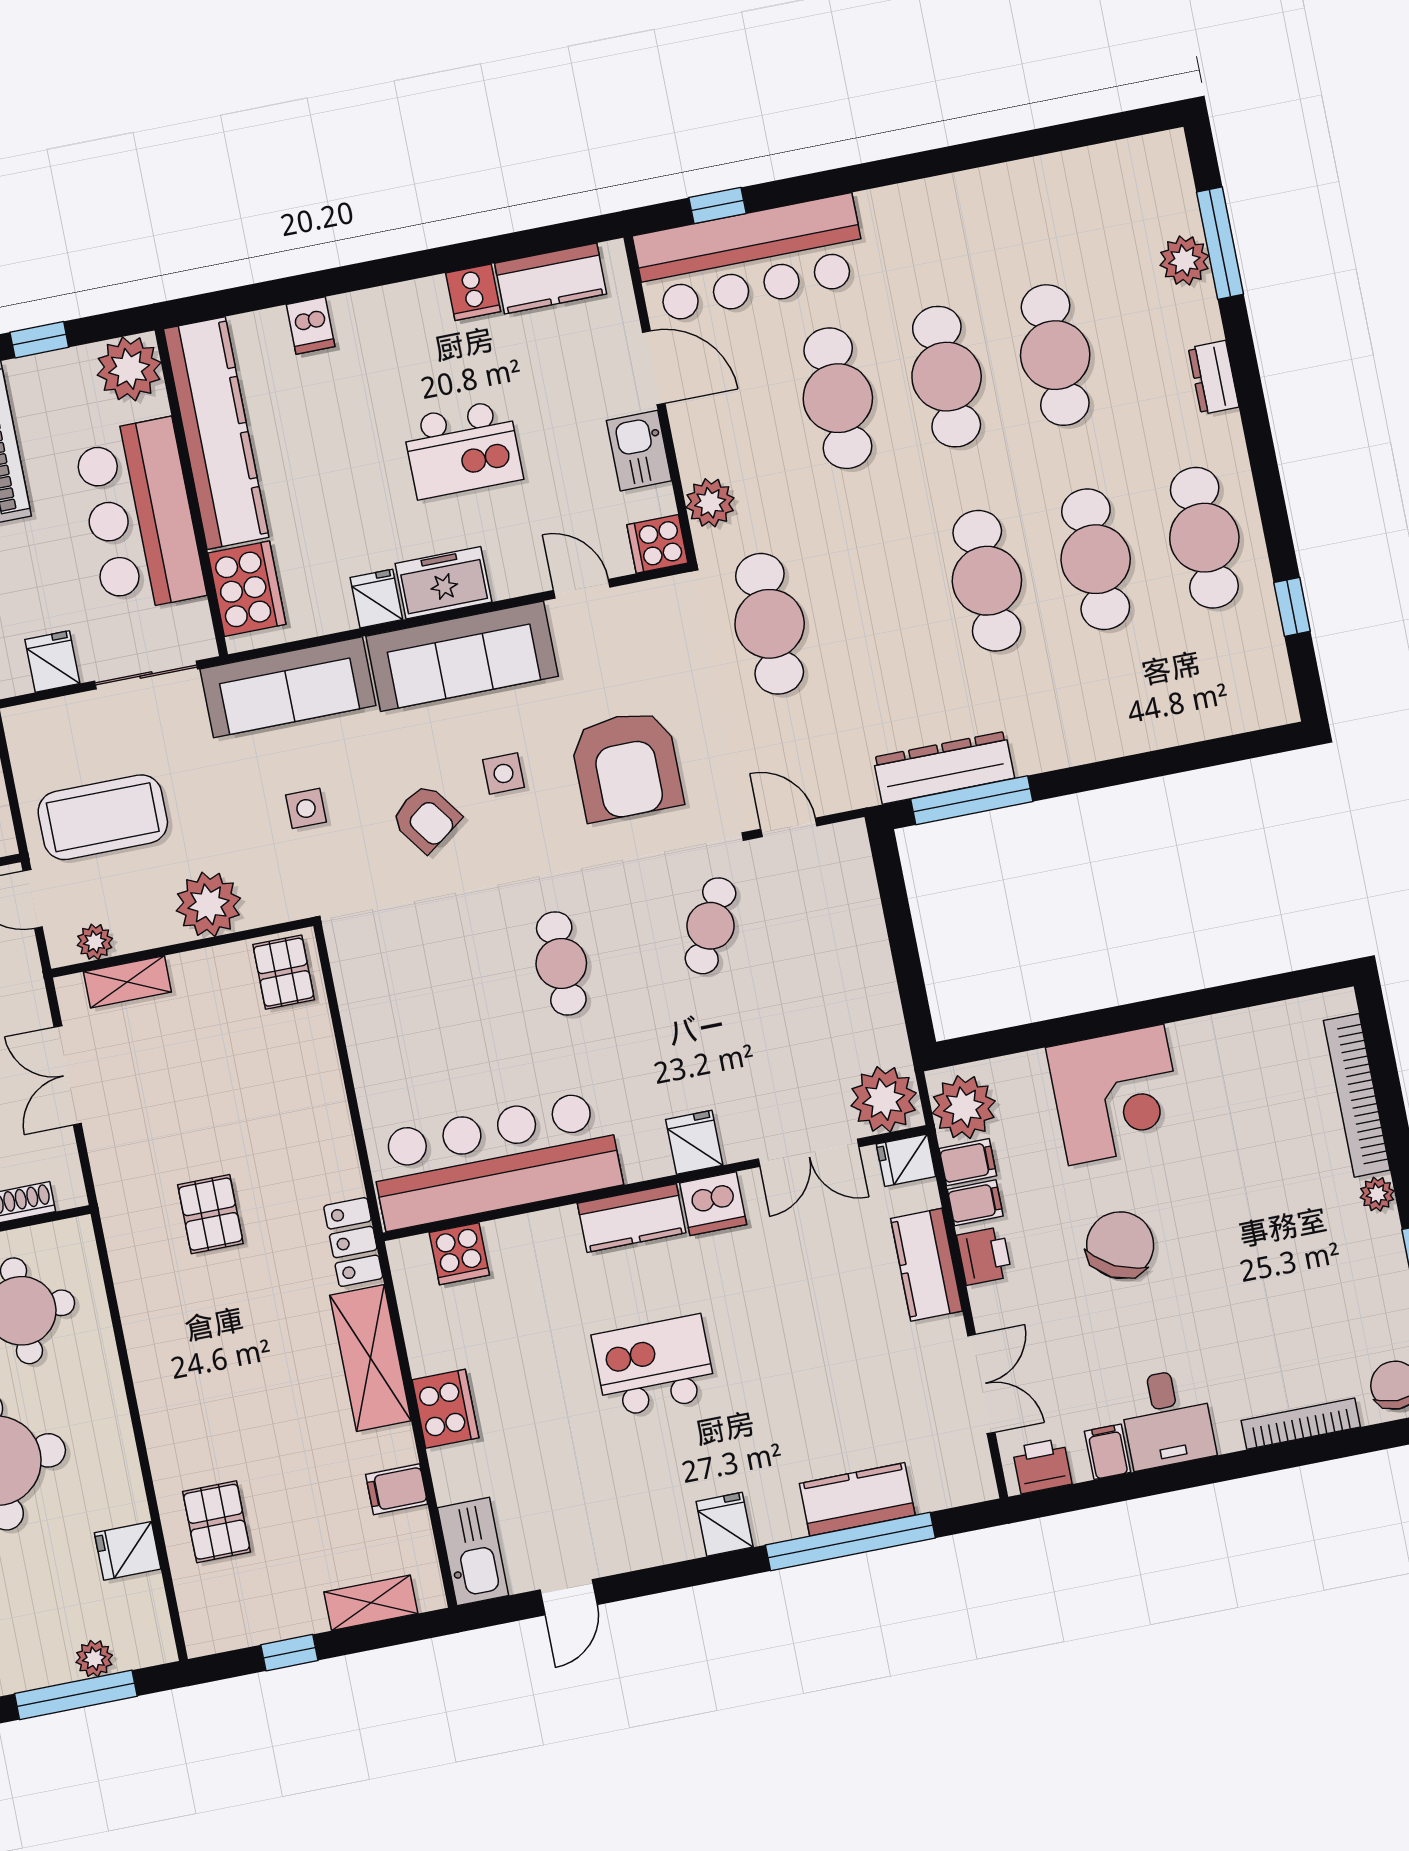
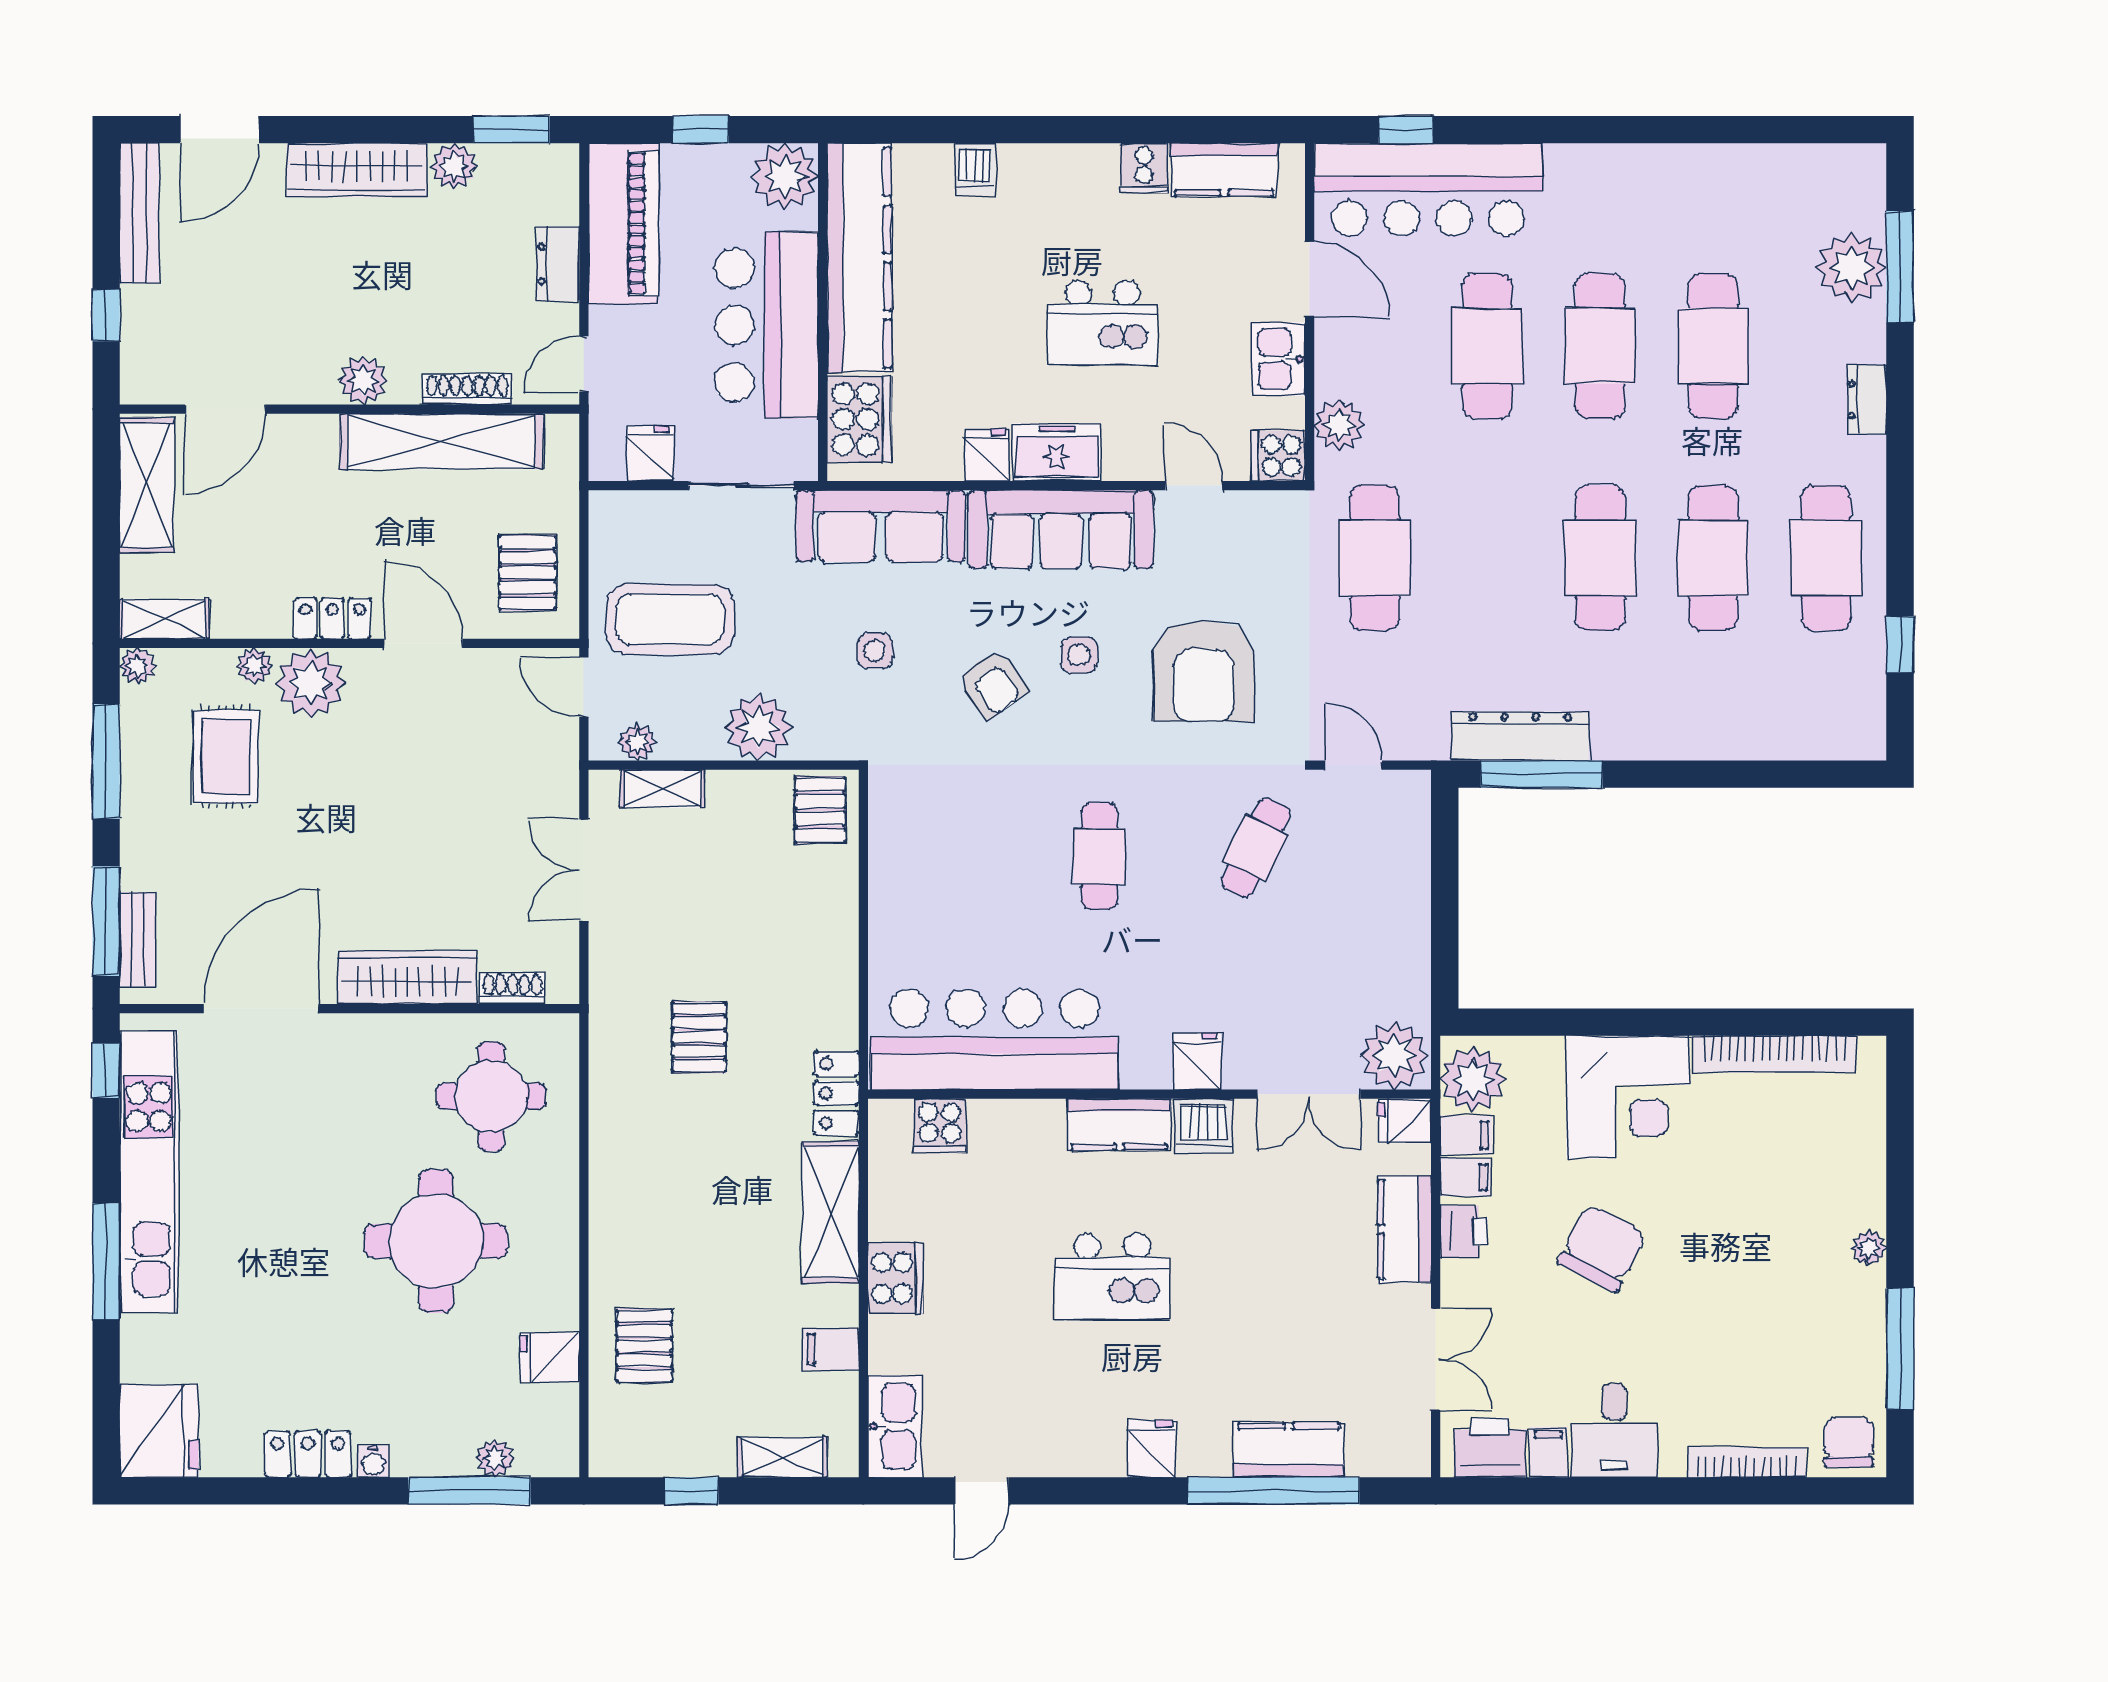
plant: (1184, 260) -> (1852, 268), width x1.36, depth x1.36
bookcase: (1357, 1095) -> (1774, 1054), moved, turned -90
kitchen island: (654, 1366) -> (1112, 1277), turned 180
printer: (1042, 1466) -> (1490, 1448), width x1.36, depth x1.24

